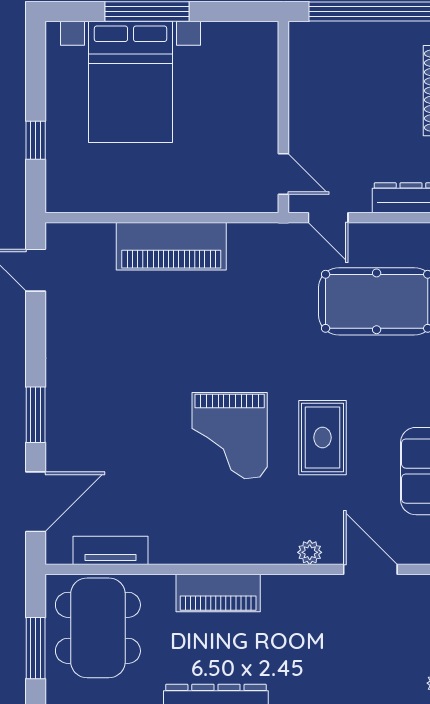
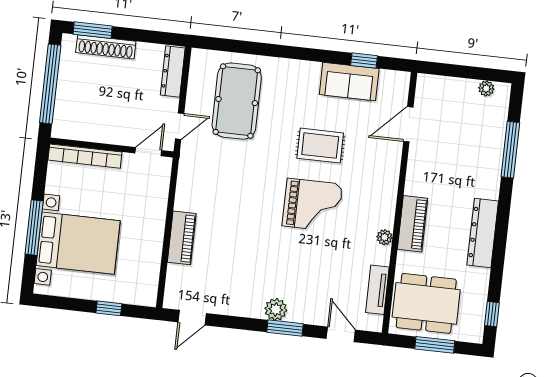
bookcase: (266, 77) -> (85, 156), added
piano: (171, 246) -> (182, 238), width x0.73, depth x0.75
plant: (63, 397) -> (276, 309), added
door: (36, 502) -> (341, 334), width x0.73
plant: (310, 552) -> (385, 237), moved

